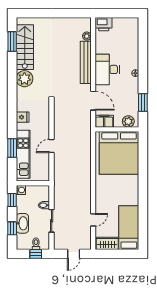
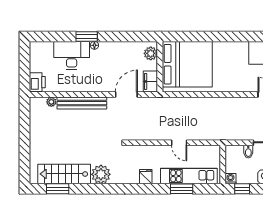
desk: (107, 69) -> (72, 55), moved, turned 180
window: (143, 102) -> (87, 36), moved

